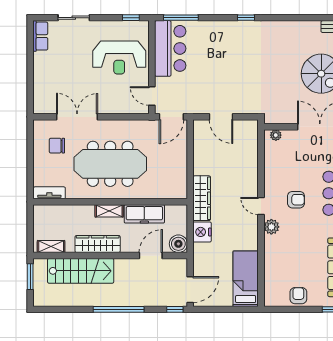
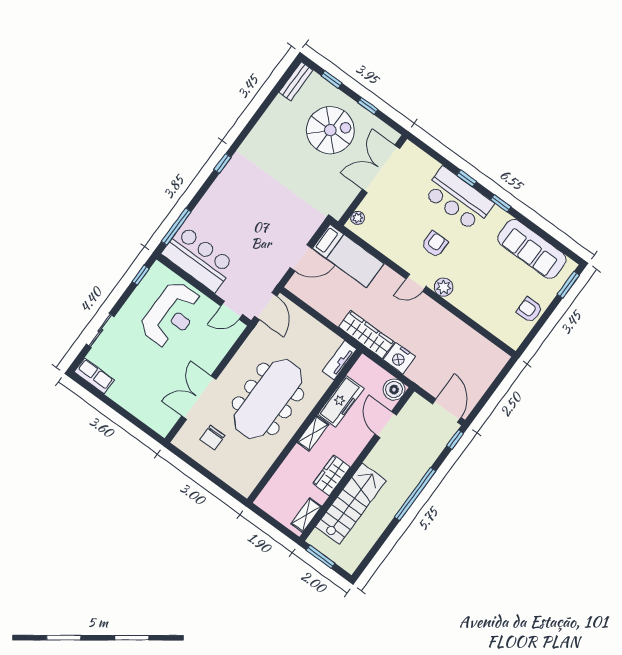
tv unit: (49, 193) -> (340, 360), moved
wardrobe: (98, 244) -> (332, 475), width x0.67
bed: (246, 279) -> (348, 256), moved, turned 180

